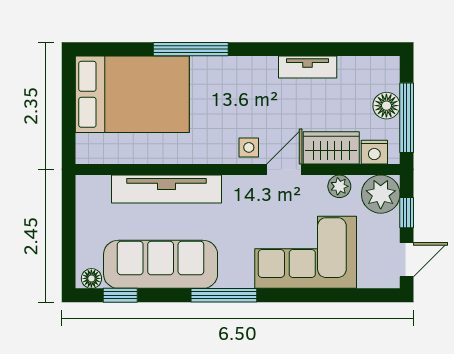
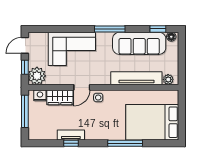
window: (308, 49) -> (71, 143), added
floor lamp: (386, 106) -> (34, 117), removed
plant: (339, 186) -> (168, 79), moved

